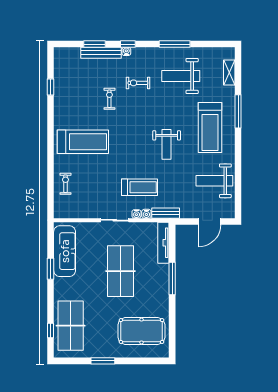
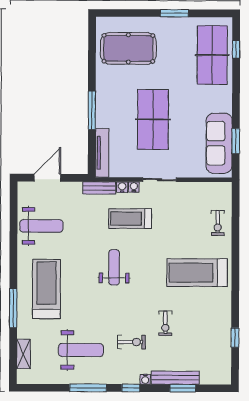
window: (128, 44) -> (131, 388), moved
weight bench: (167, 144) -> (114, 267), moved
window: (51, 269) -> (236, 141), moved

